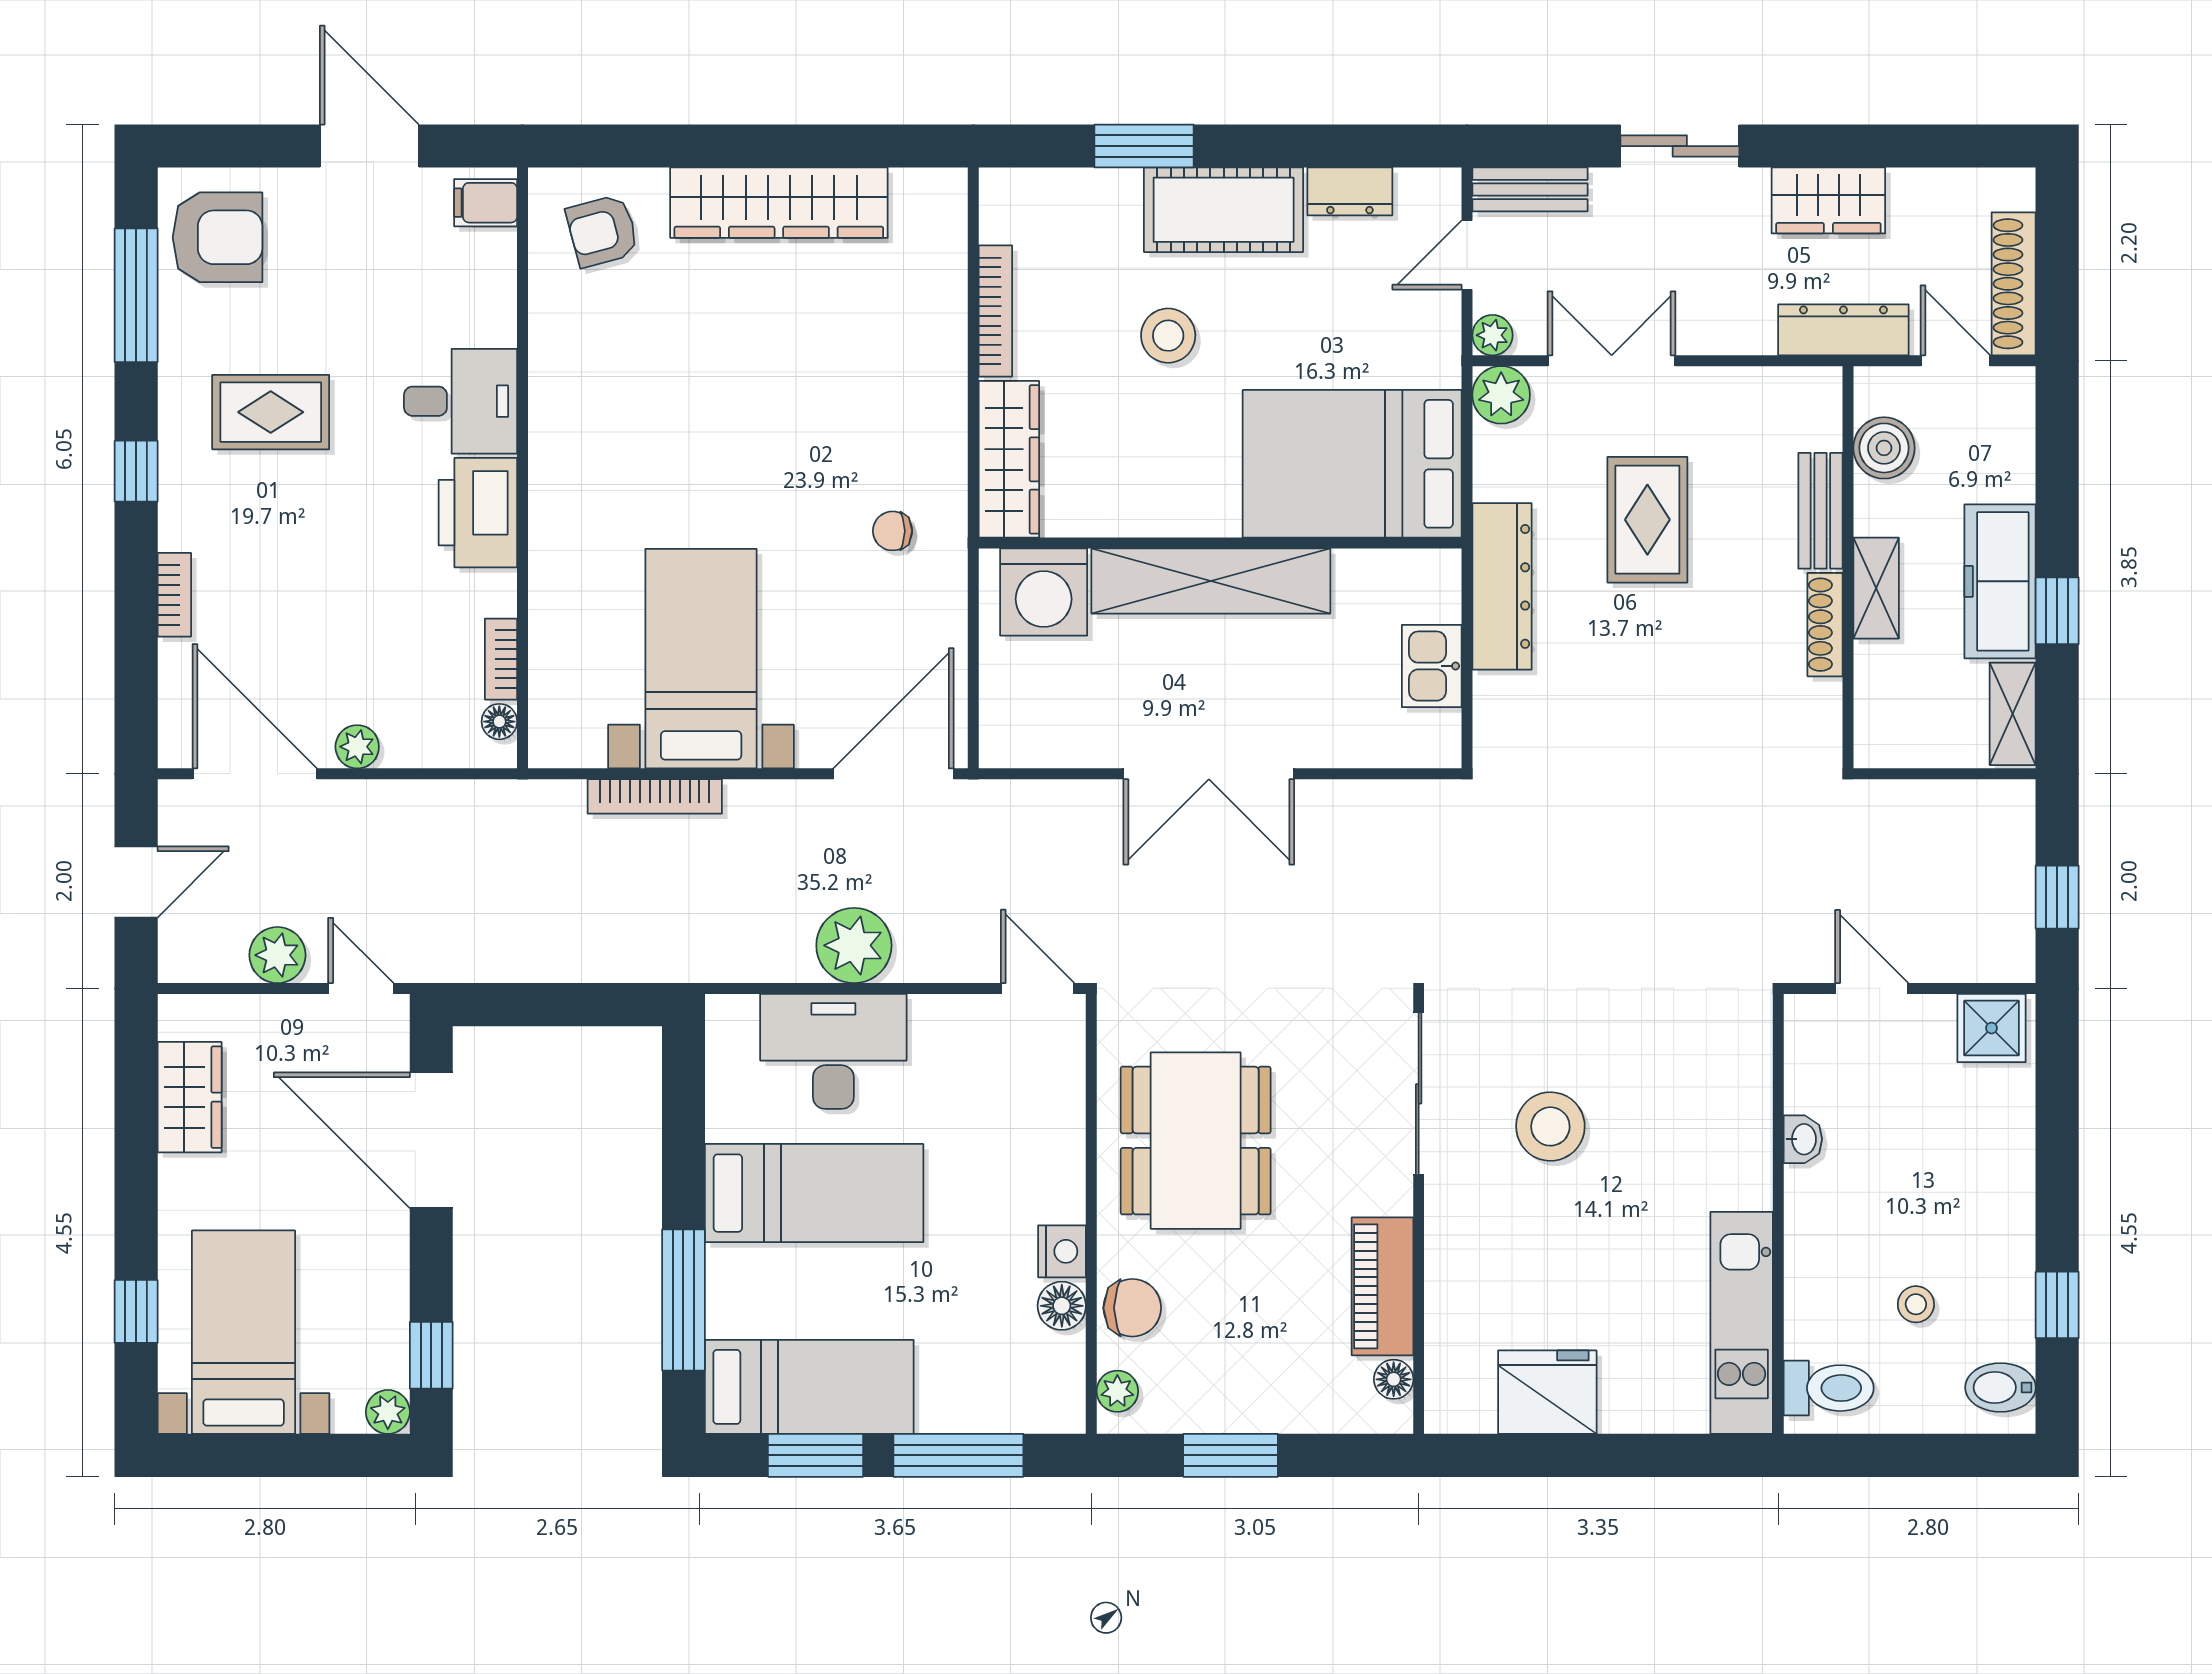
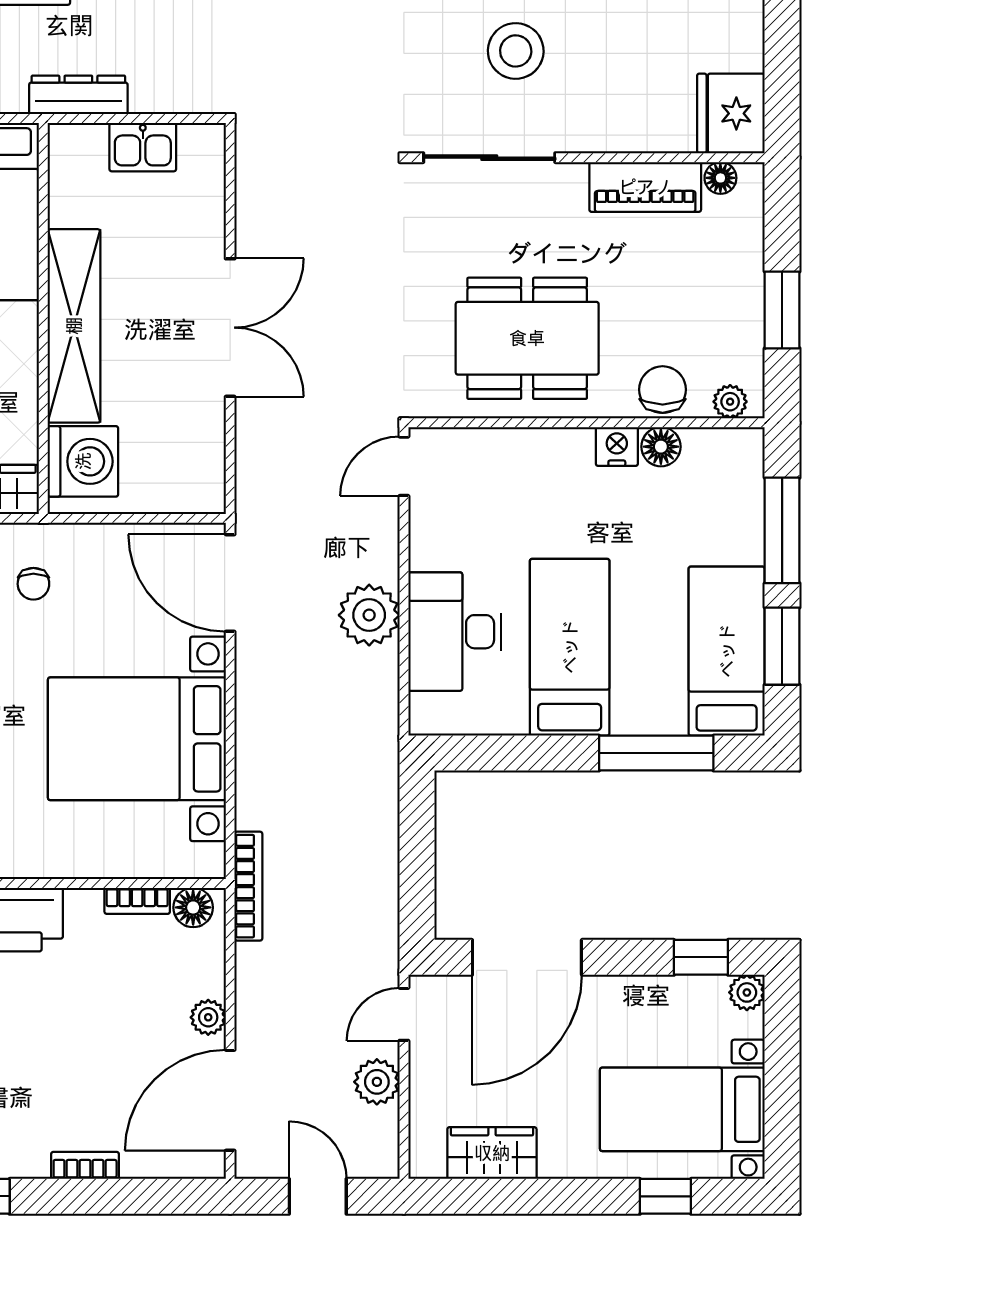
dresser: (1502, 586) -> (78, 95), width x0.73, depth x0.80
bed with nightstands: (701, 659) -> (137, 739), width x1.36
floor lamp: (499, 722) -> (193, 907), width x1.37, depth x1.37
bookcase: (655, 796) -> (248, 886), moved
fridge: (1547, 1392) -> (731, 113), moved

